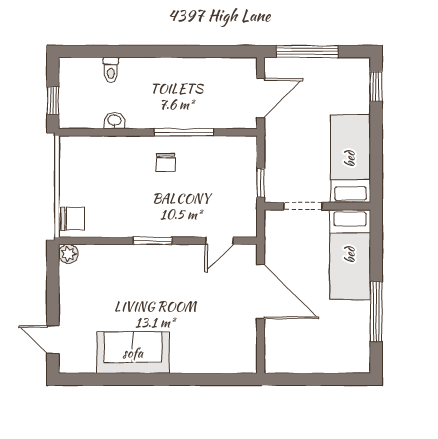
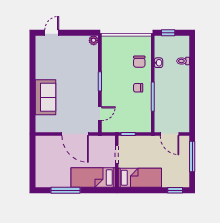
chair: (73, 219) -> (139, 62), moved
door: (219, 241) -> (100, 114), swing flipped
door: (261, 292) -> (75, 134), hinge flipped
sofa: (133, 353) -> (45, 97), moved

